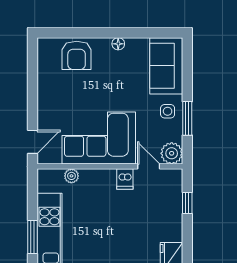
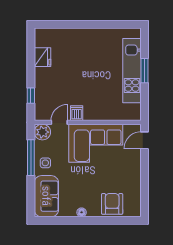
window: (187, 118) -> (31, 158), width x1.44
door: (149, 166) -> (59, 122), swing flipped
plant: (71, 176) -> (116, 115), removed

